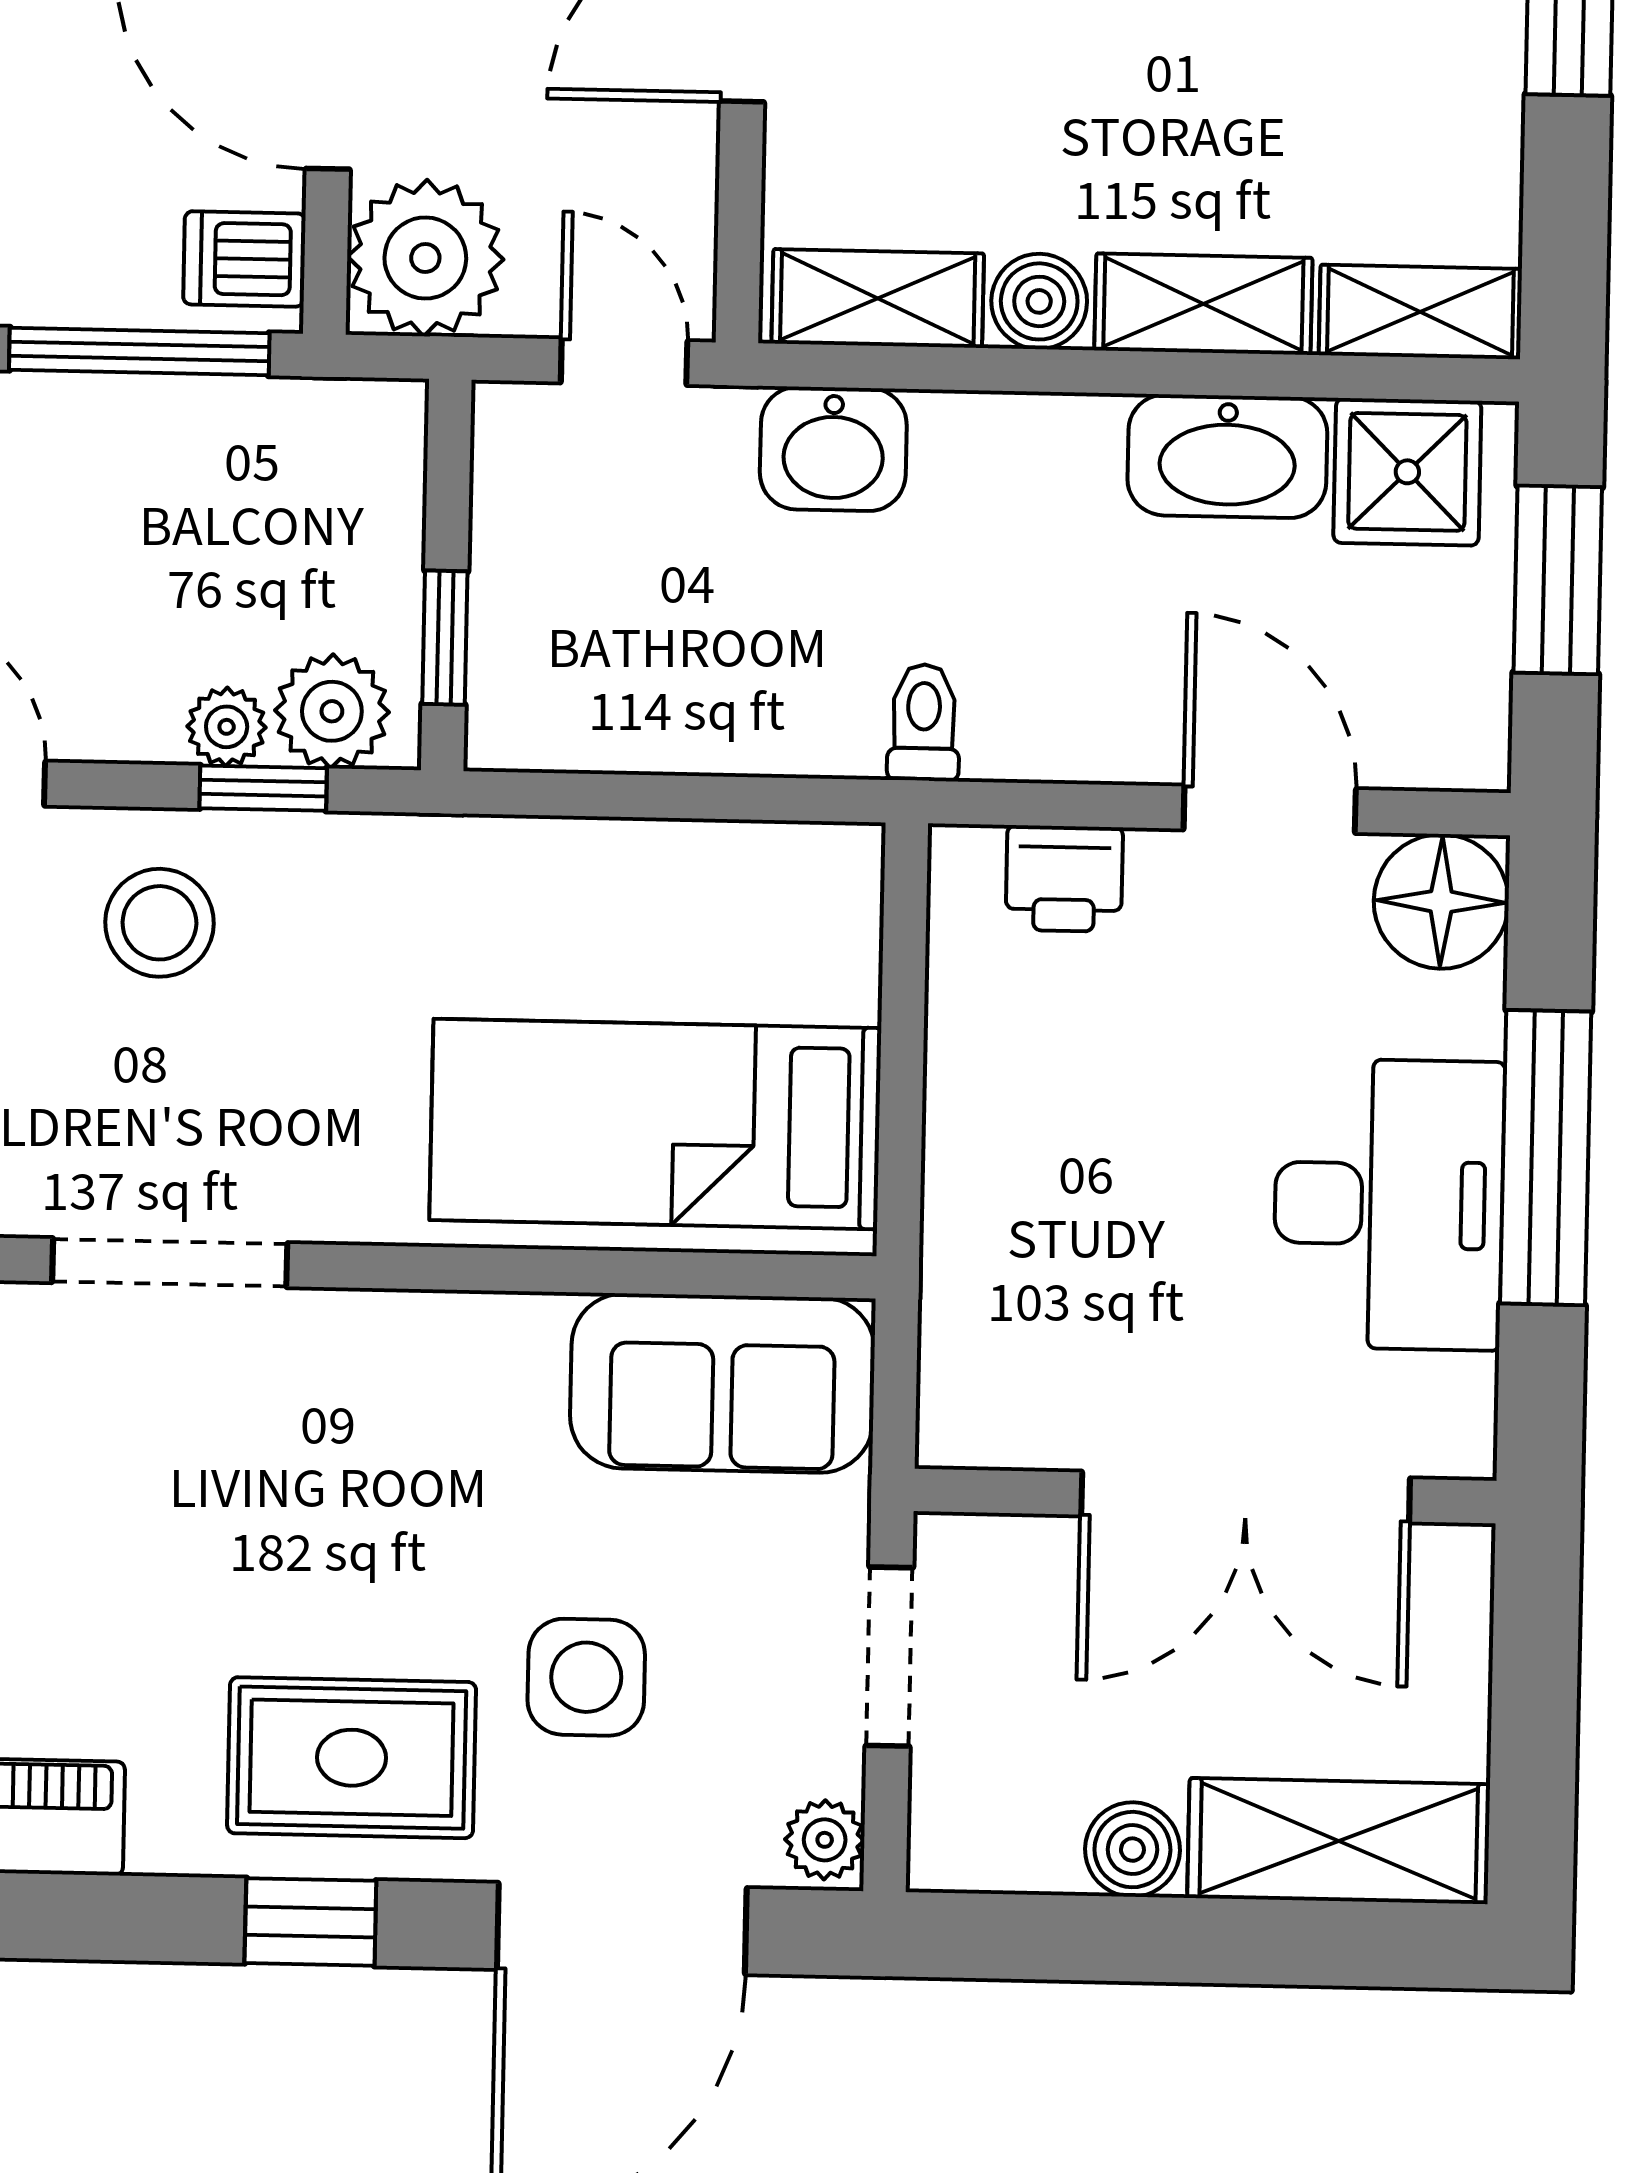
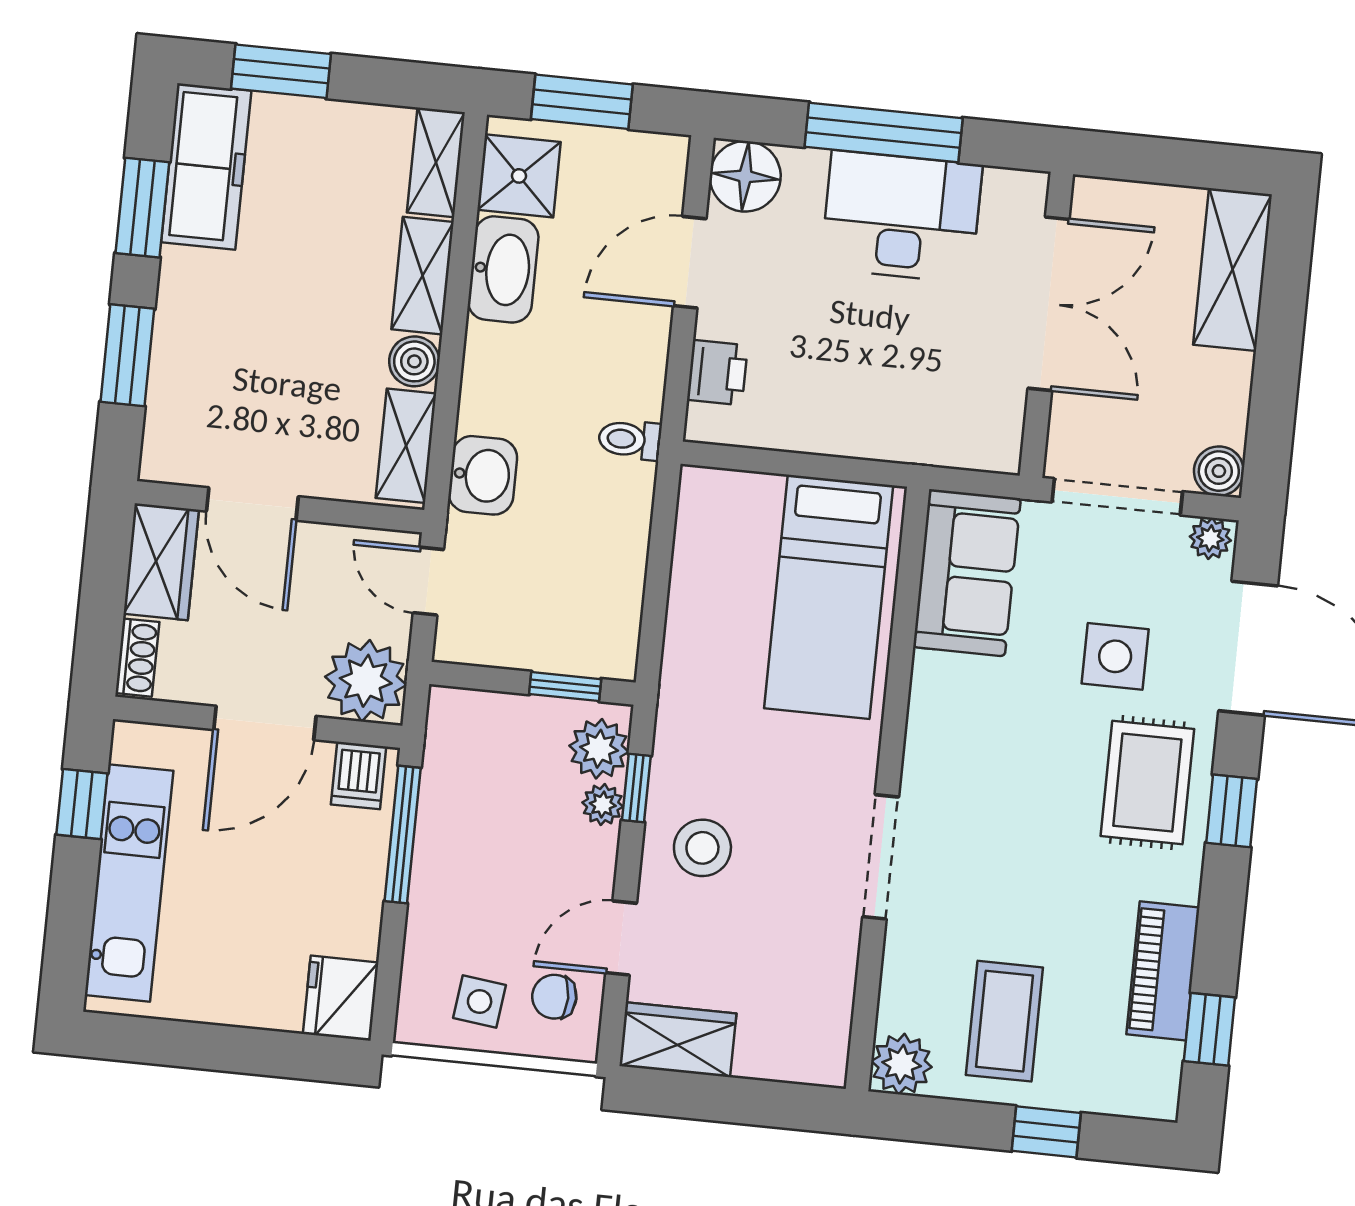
door: (624, 362) -> (428, 581), hinge flipped
doorway: (889, 1657) -> (1117, 497), width x1.38
boiler: (1132, 1850) -> (1219, 471), moved

